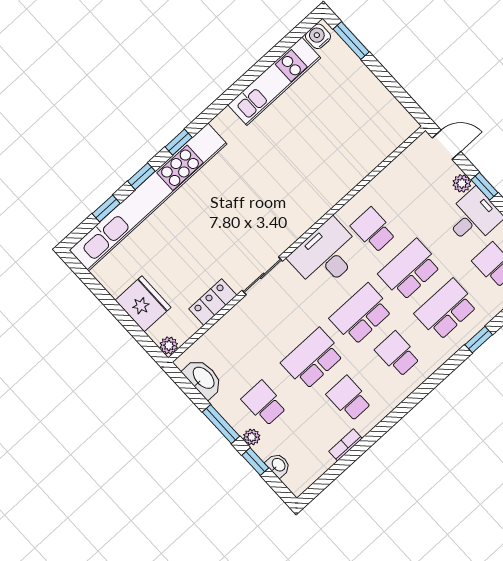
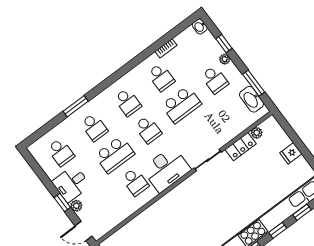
fridge: (143, 304) -> (291, 153), width x0.53, depth x0.75
school desk: (446, 310) -> (94, 127), width x0.54
school desk: (361, 314) -> (148, 130), width x0.54
window: (479, 340) -> (76, 106), width x1.50
plant: (169, 345) -> (257, 133), moved
window: (221, 424) -> (254, 83), moved
washbasin: (278, 465) -> (200, 27), moved

